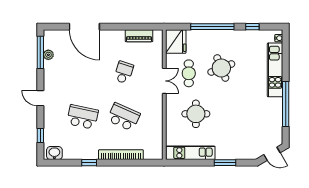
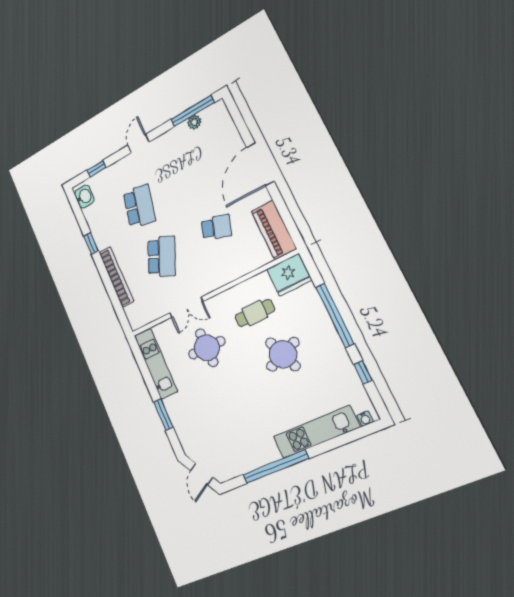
door: (84, 27) -> (260, 164), moved
piano: (139, 36) -> (274, 230), width x1.37, depth x1.33
double door: (164, 81) -> (186, 307), moved

